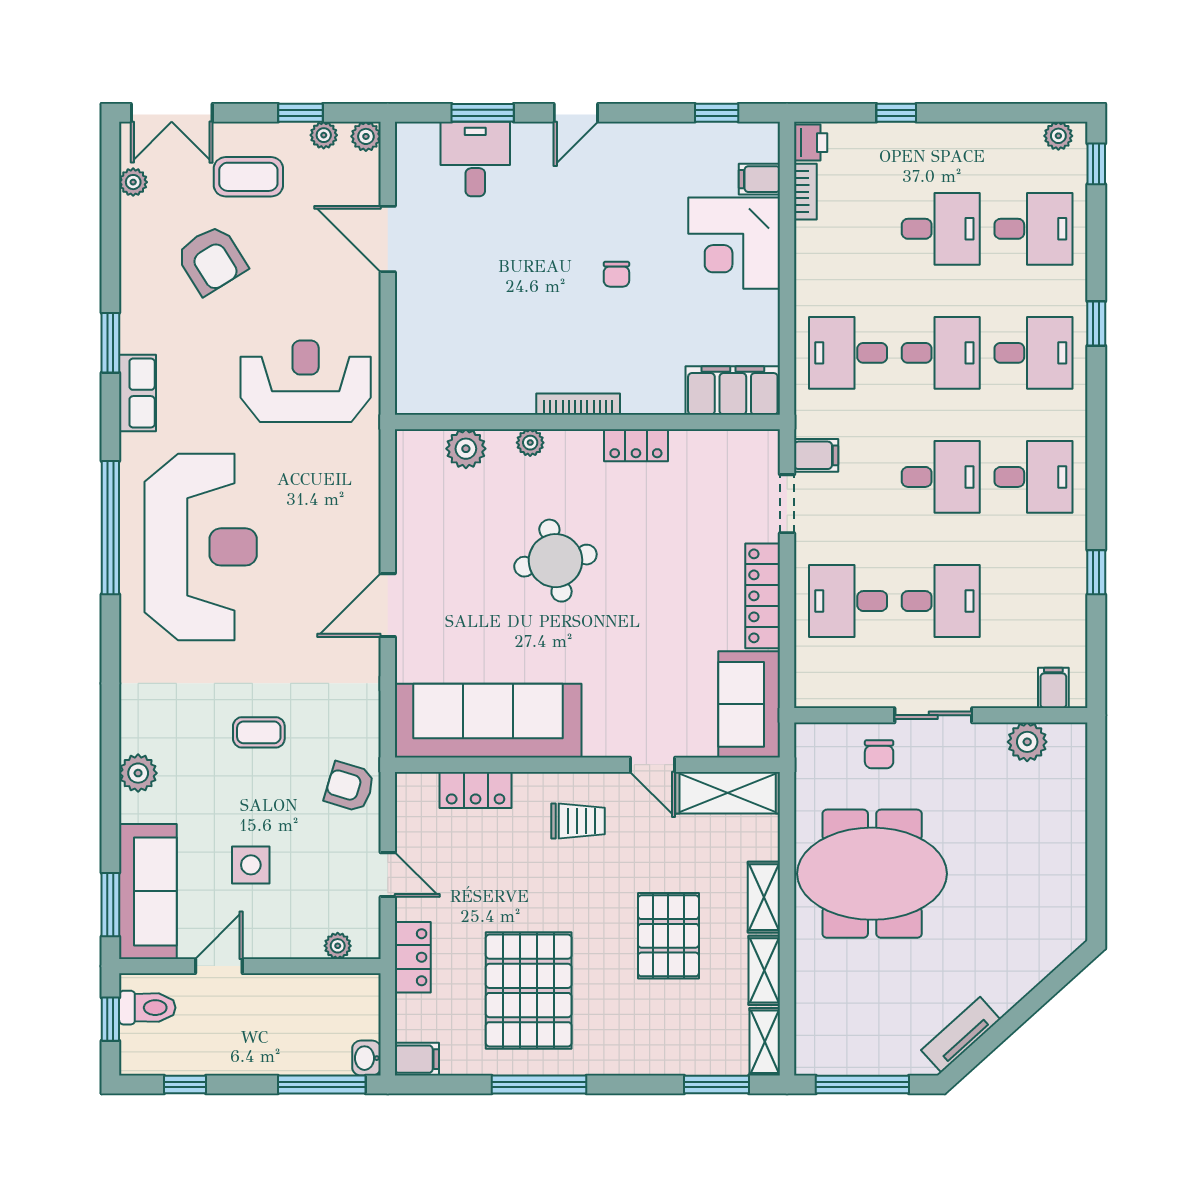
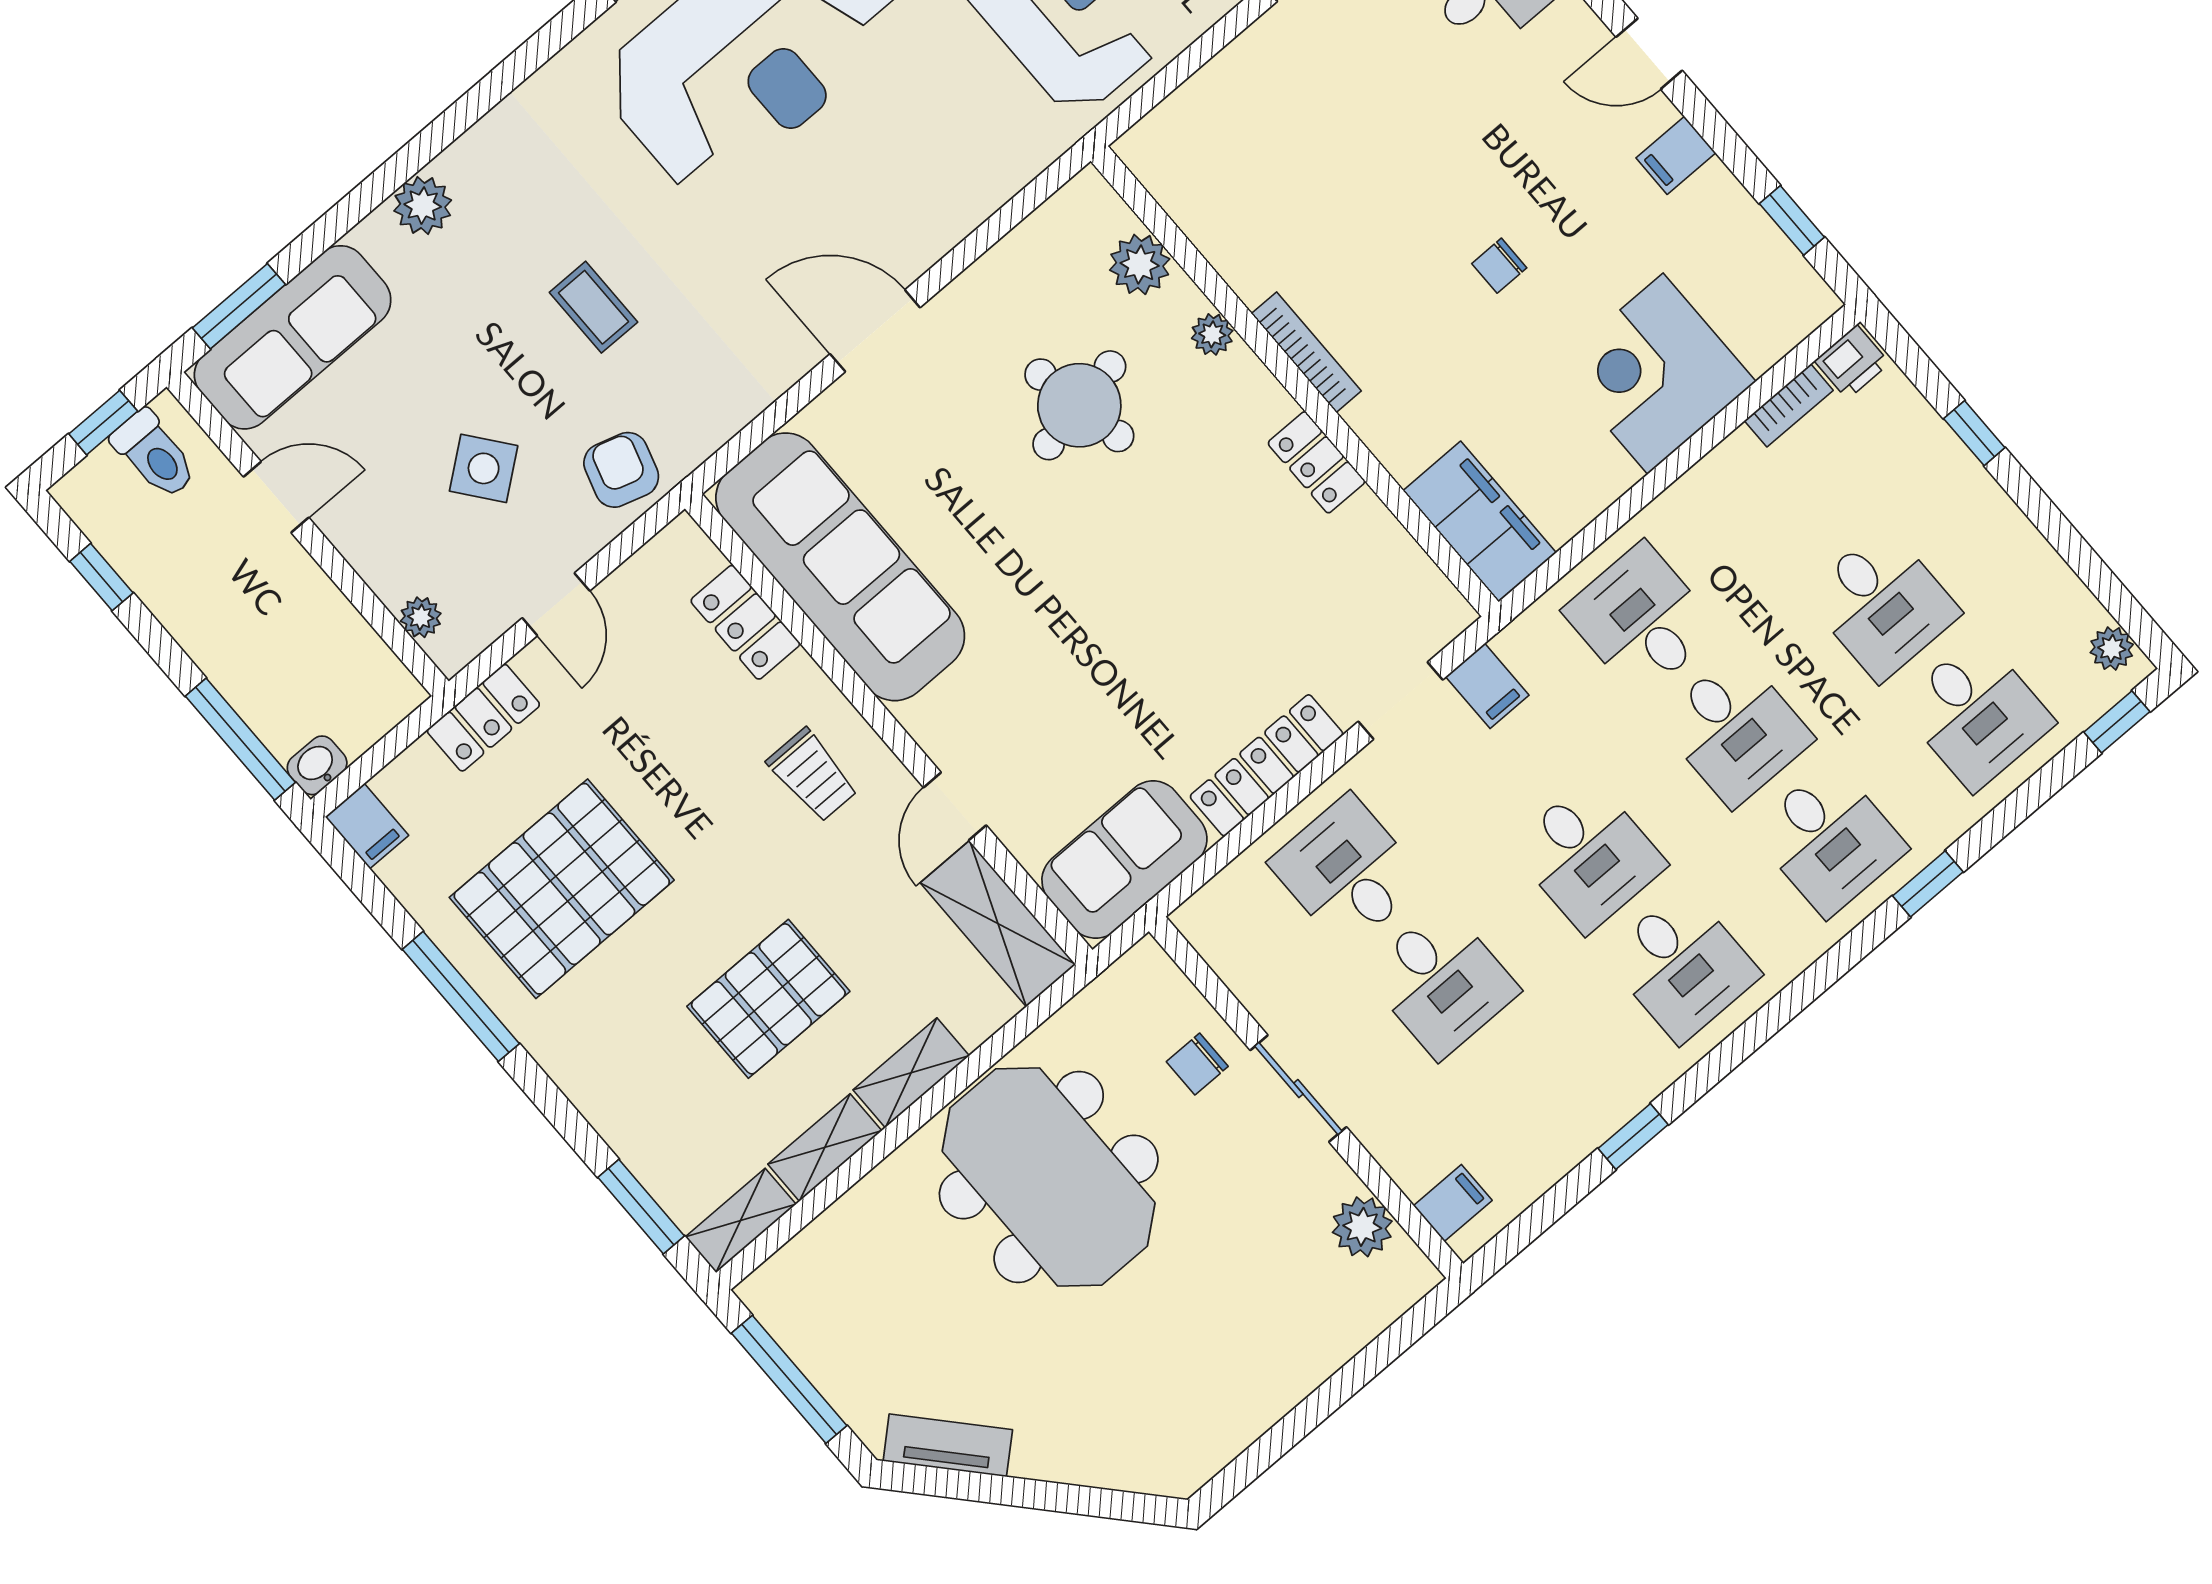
filing cabinet: (759, 179) -> (1676, 155), moved, turned -90
round table: (555, 561) -> (1079, 405), moved
side table: (251, 865) -> (484, 468), moved, turned -38

